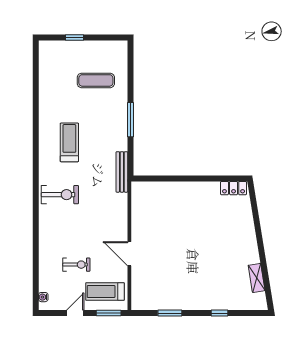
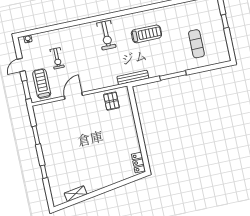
pallet: (147, 206) -> (111, 101), added
door: (75, 313) -> (21, 65), swing flipped

